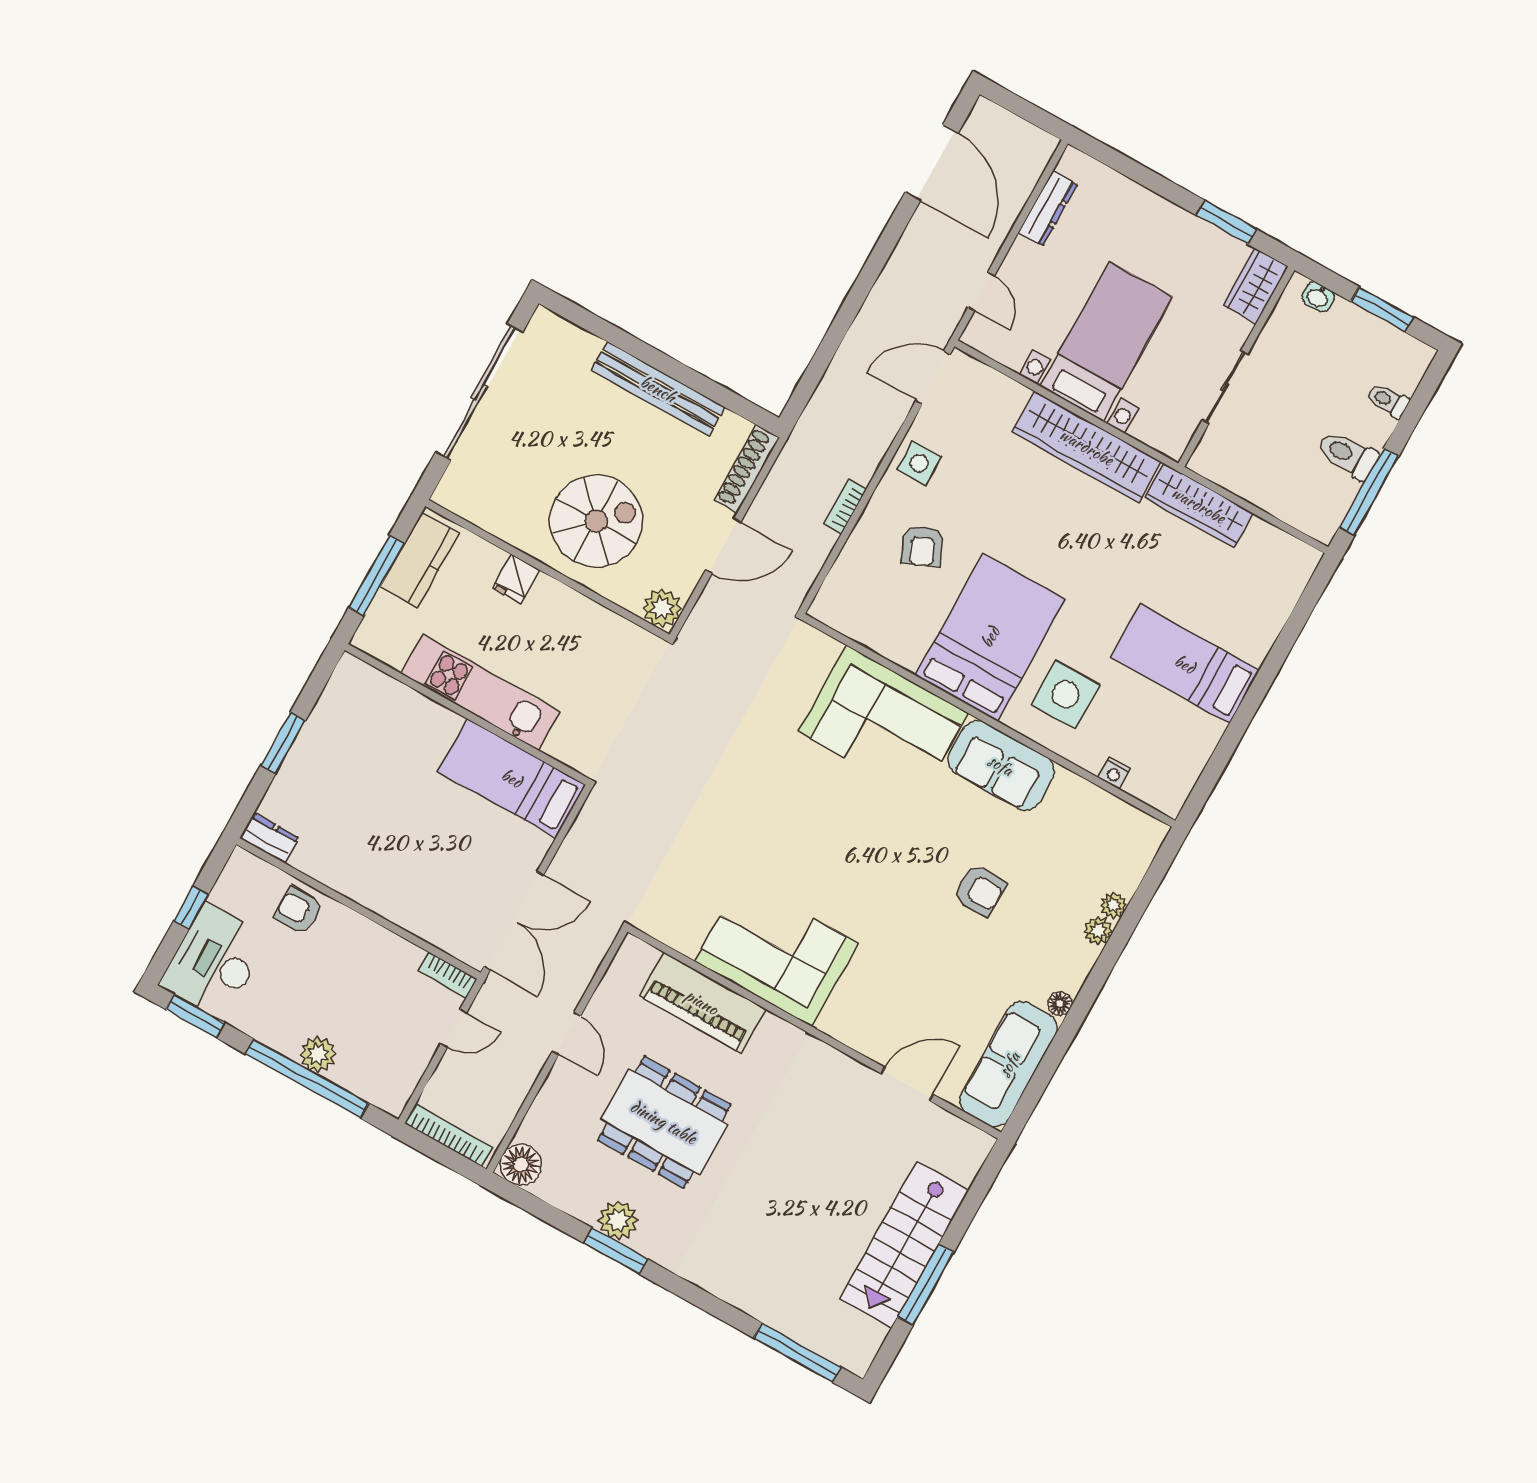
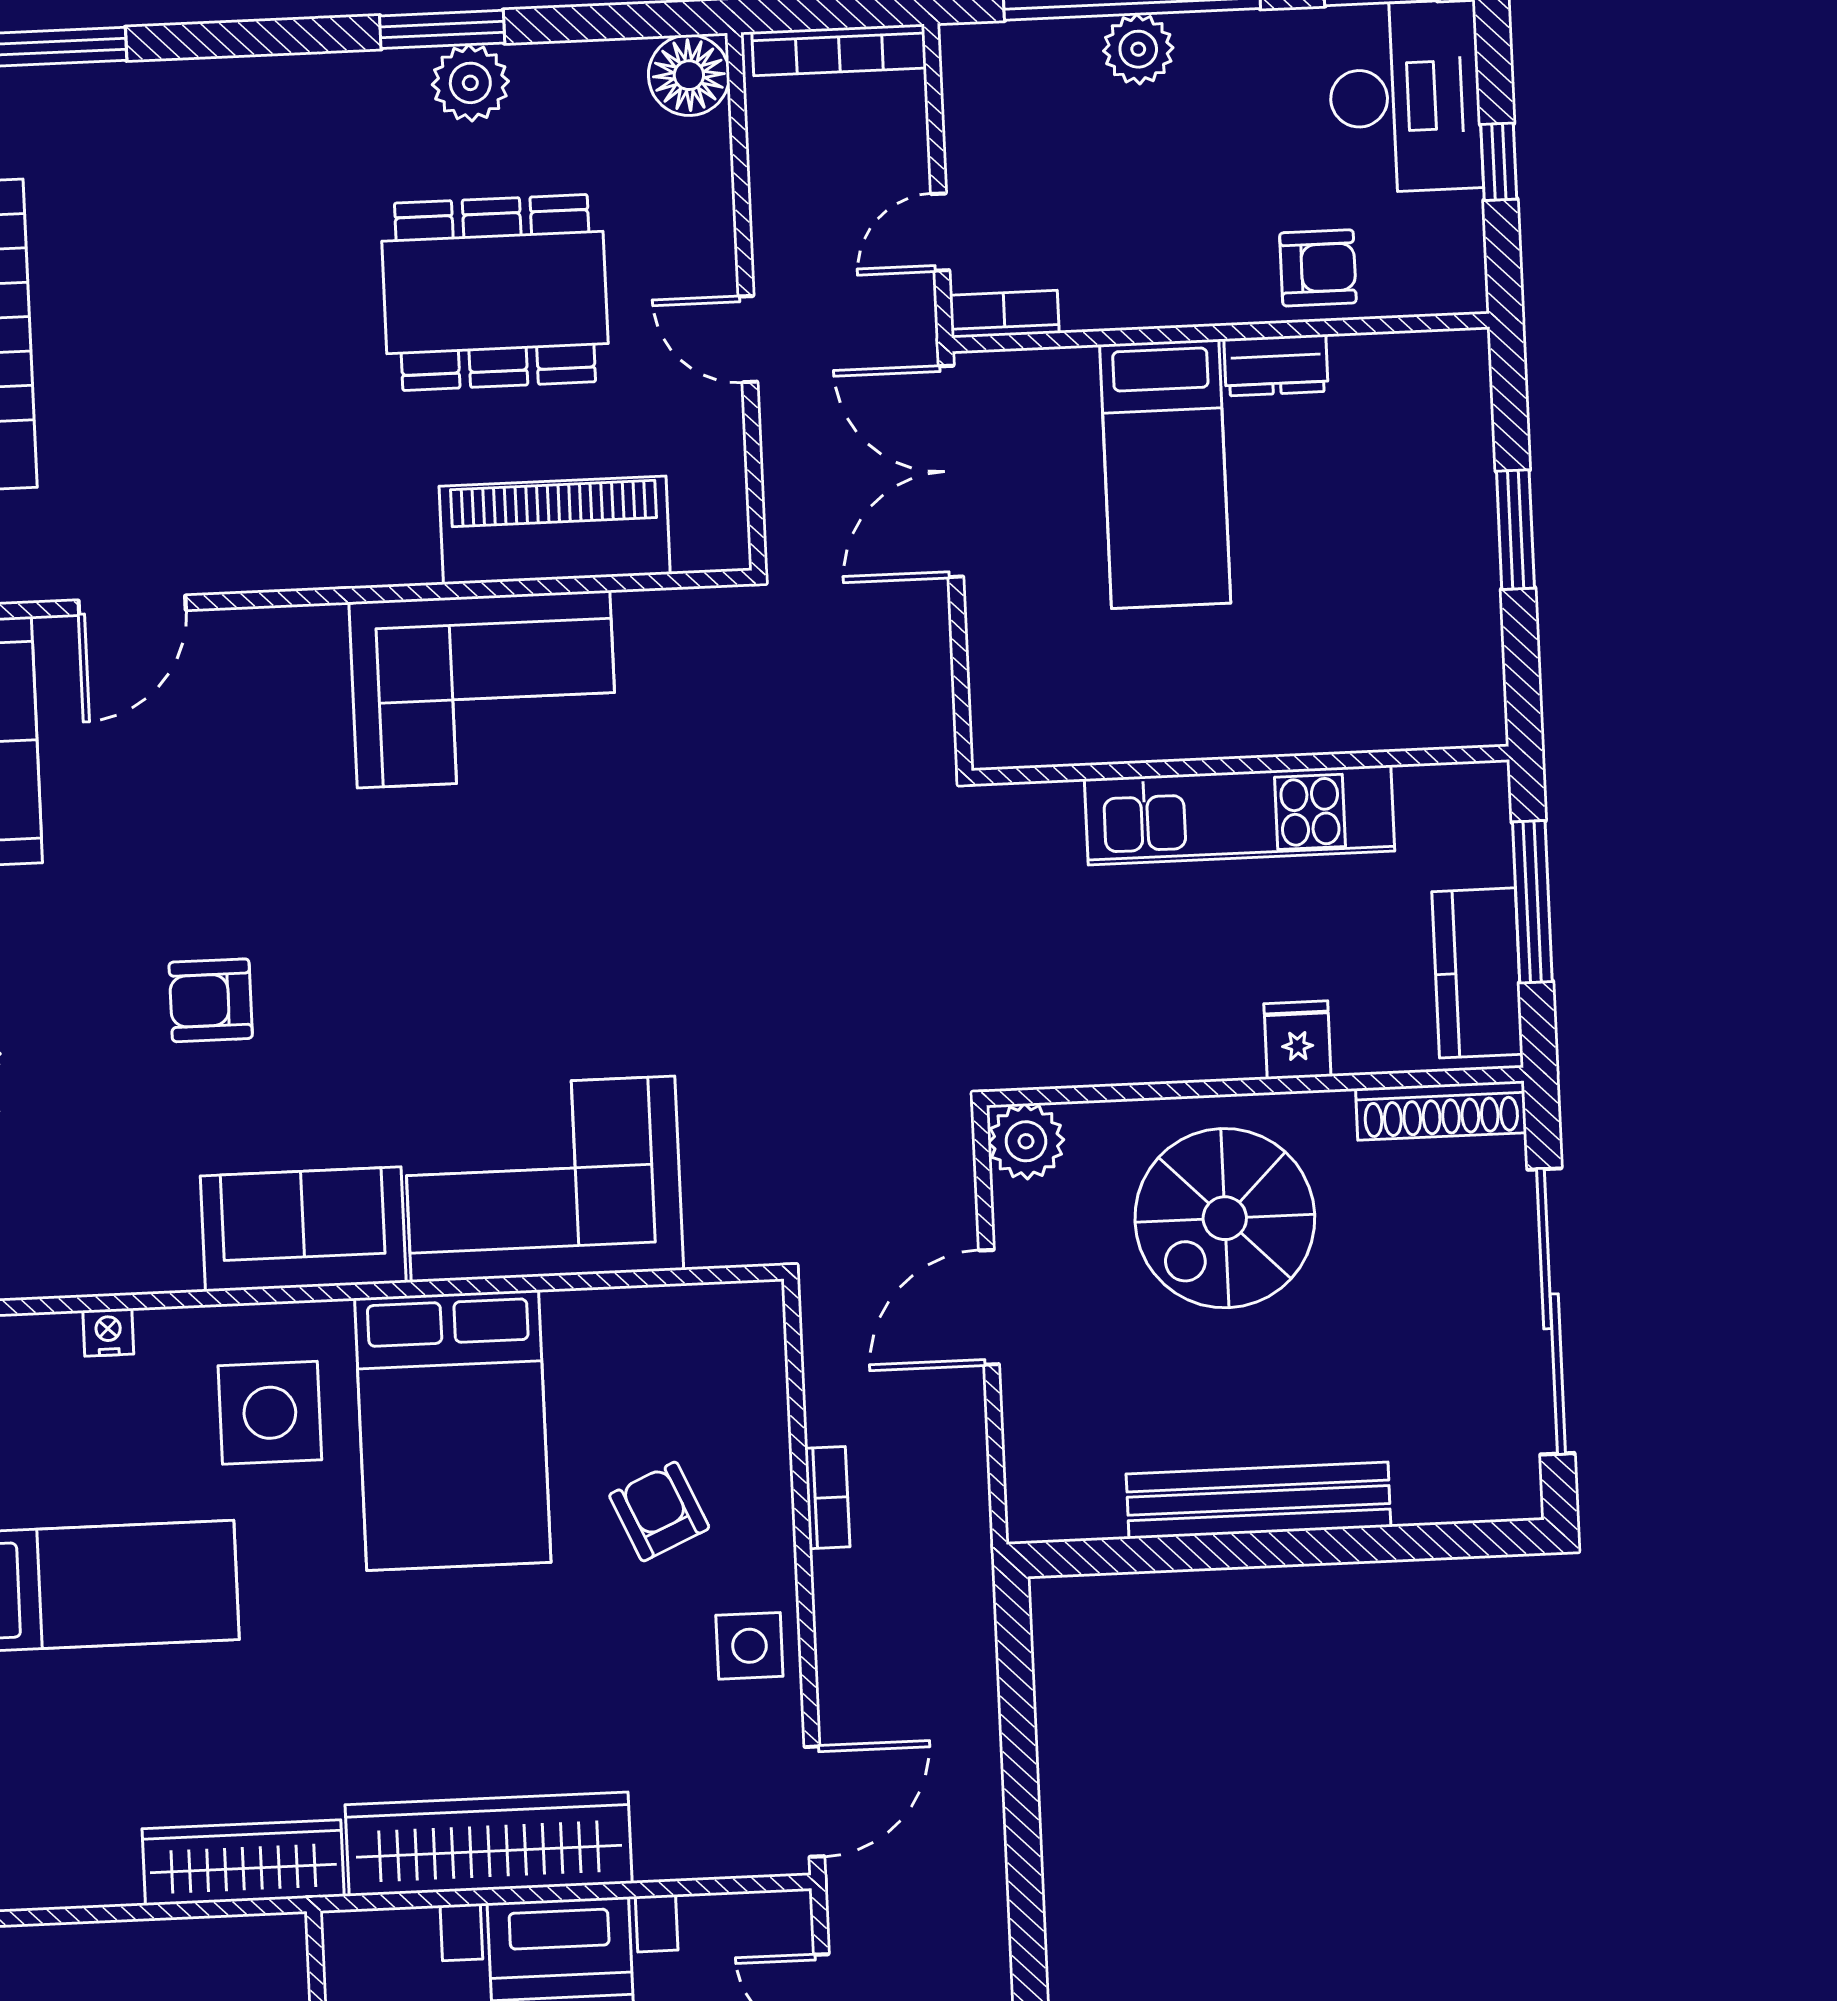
shoe rack: (747, 469) -> (1441, 1111), moved, turned 90
bed: (512, 778) -> (1165, 474), moved, turned 90
dresser: (269, 838) -> (1276, 365), moved

